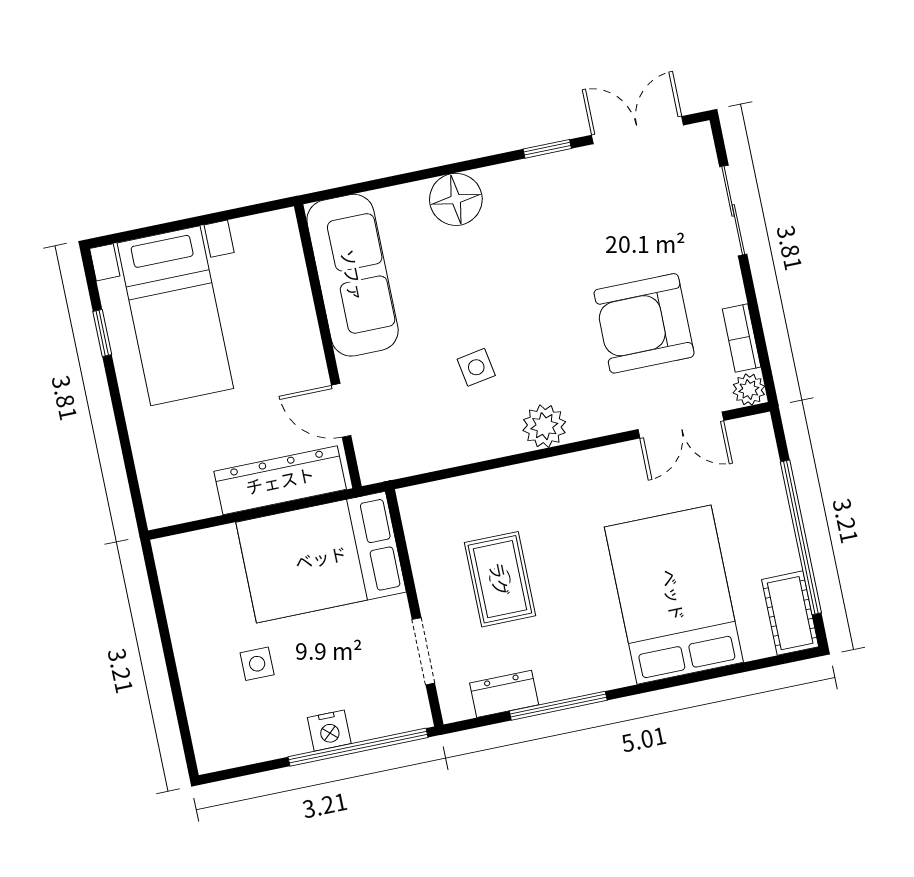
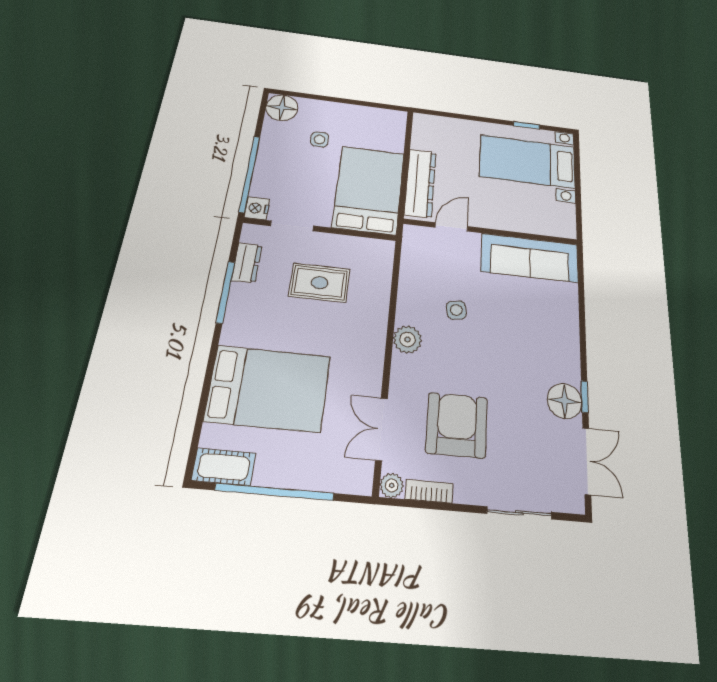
floor lamp: (456, 199) -> (565, 401), moved
nightstand: (329, 731) -> (257, 208), moved
floor lamp: (219, 744) -> (282, 108), added

